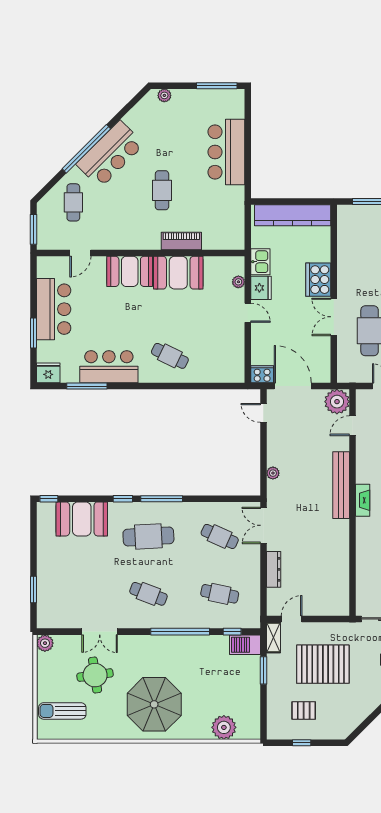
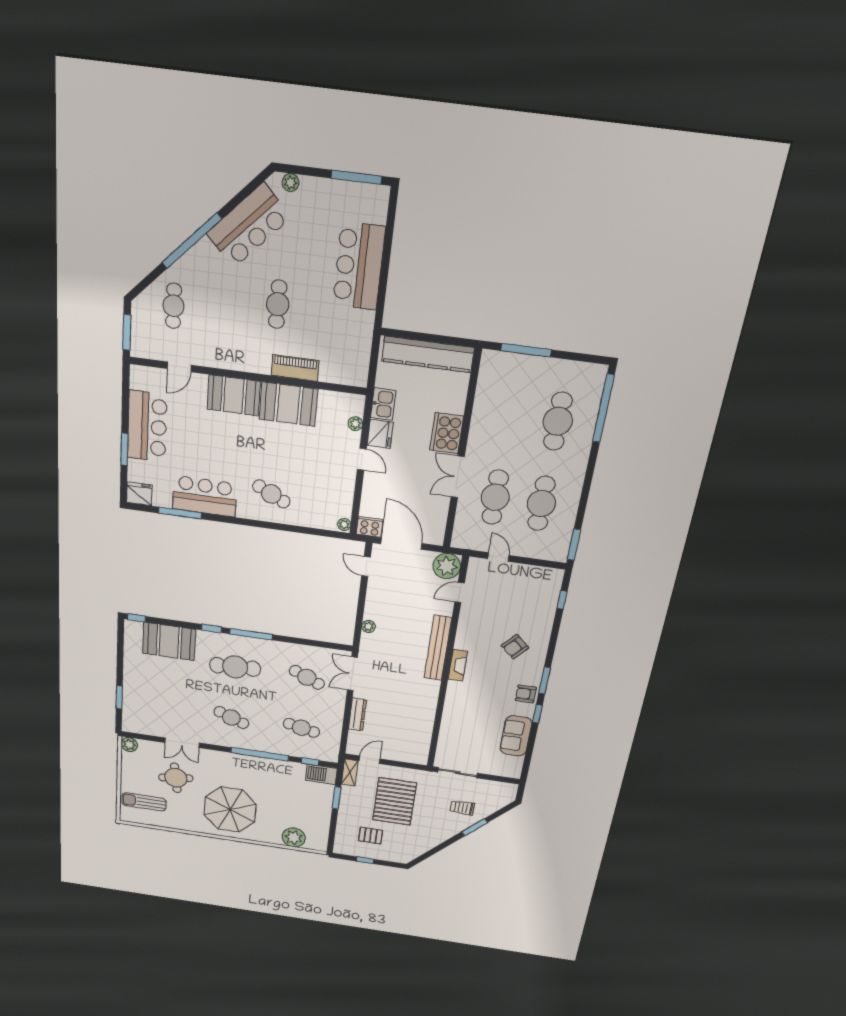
bar counter: (110, 154) -> (249, 226), moved
plant: (239, 375) -> (344, 524), added
pallet: (323, 664) -> (394, 801), turned 90

